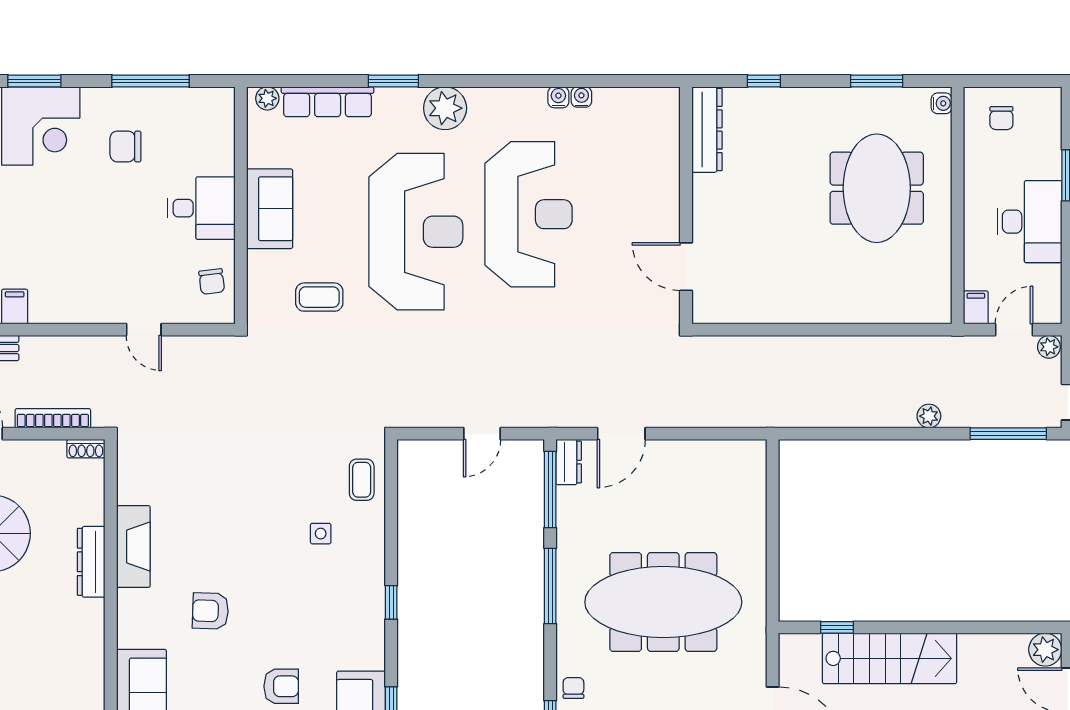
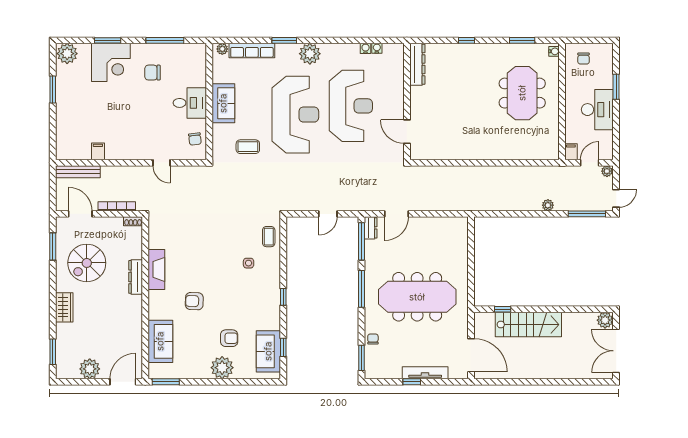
dresser: (707, 130) -> (417, 64), moved
wall: (686, 205) -> (407, 102), moved
door: (686, 267) -> (407, 132), moved

